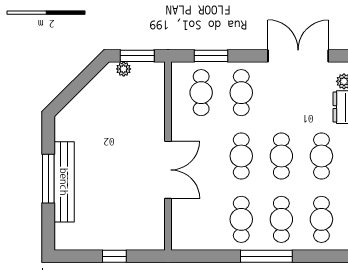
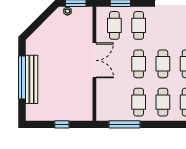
double door: (168, 170) -> (94, 60), moved
window: (48, 179) -> (22, 77), width x1.46
window: (266, 256) -> (124, 124), moved

